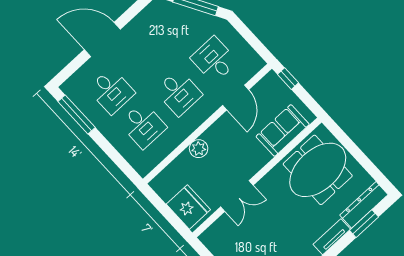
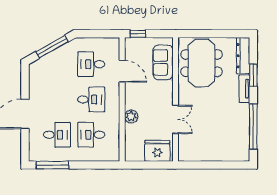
desk: (143, 125) -> (91, 135), turned 180
window: (364, 224) -> (253, 75), moved

